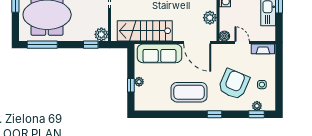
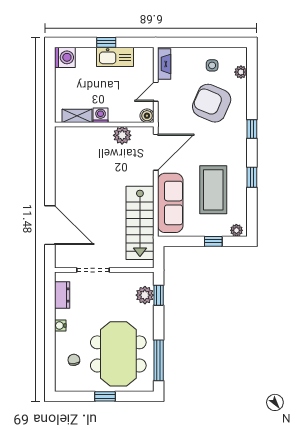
plant: (101, 34) -> (145, 295), moved
plant: (139, 82) -> (236, 230), moved
coffee table: (189, 92) -> (213, 190), moved
window: (256, 114) -> (252, 177), moved

